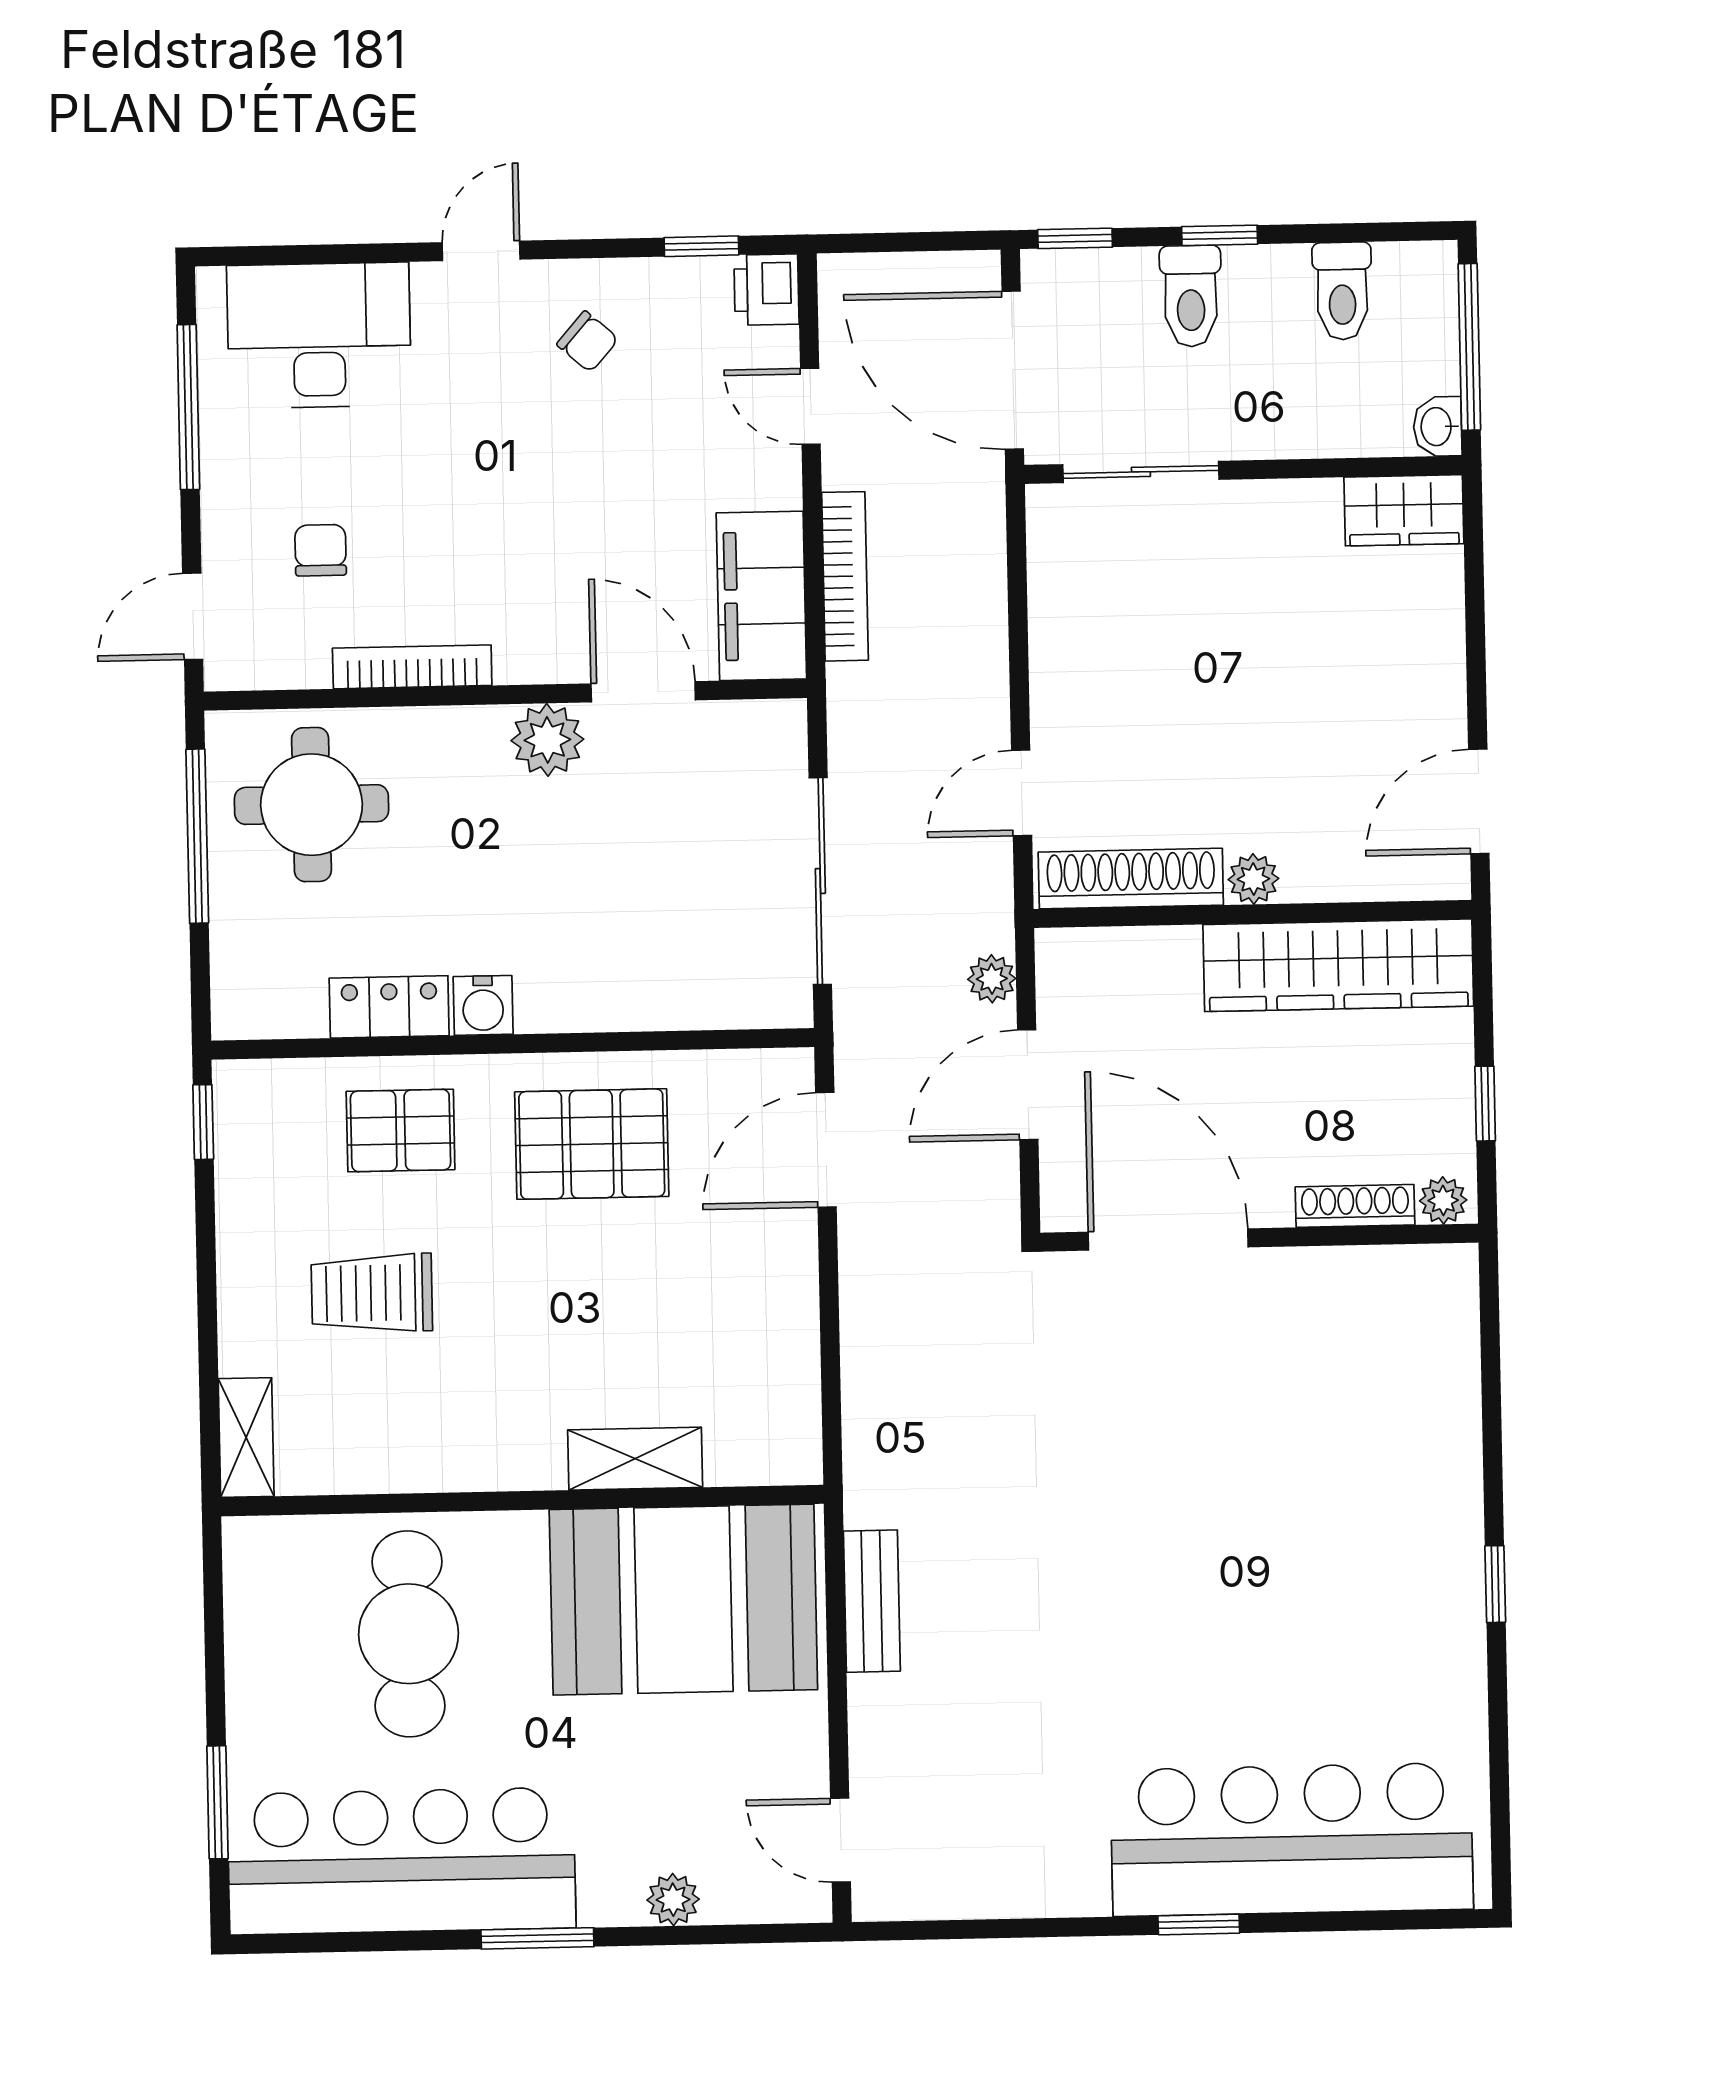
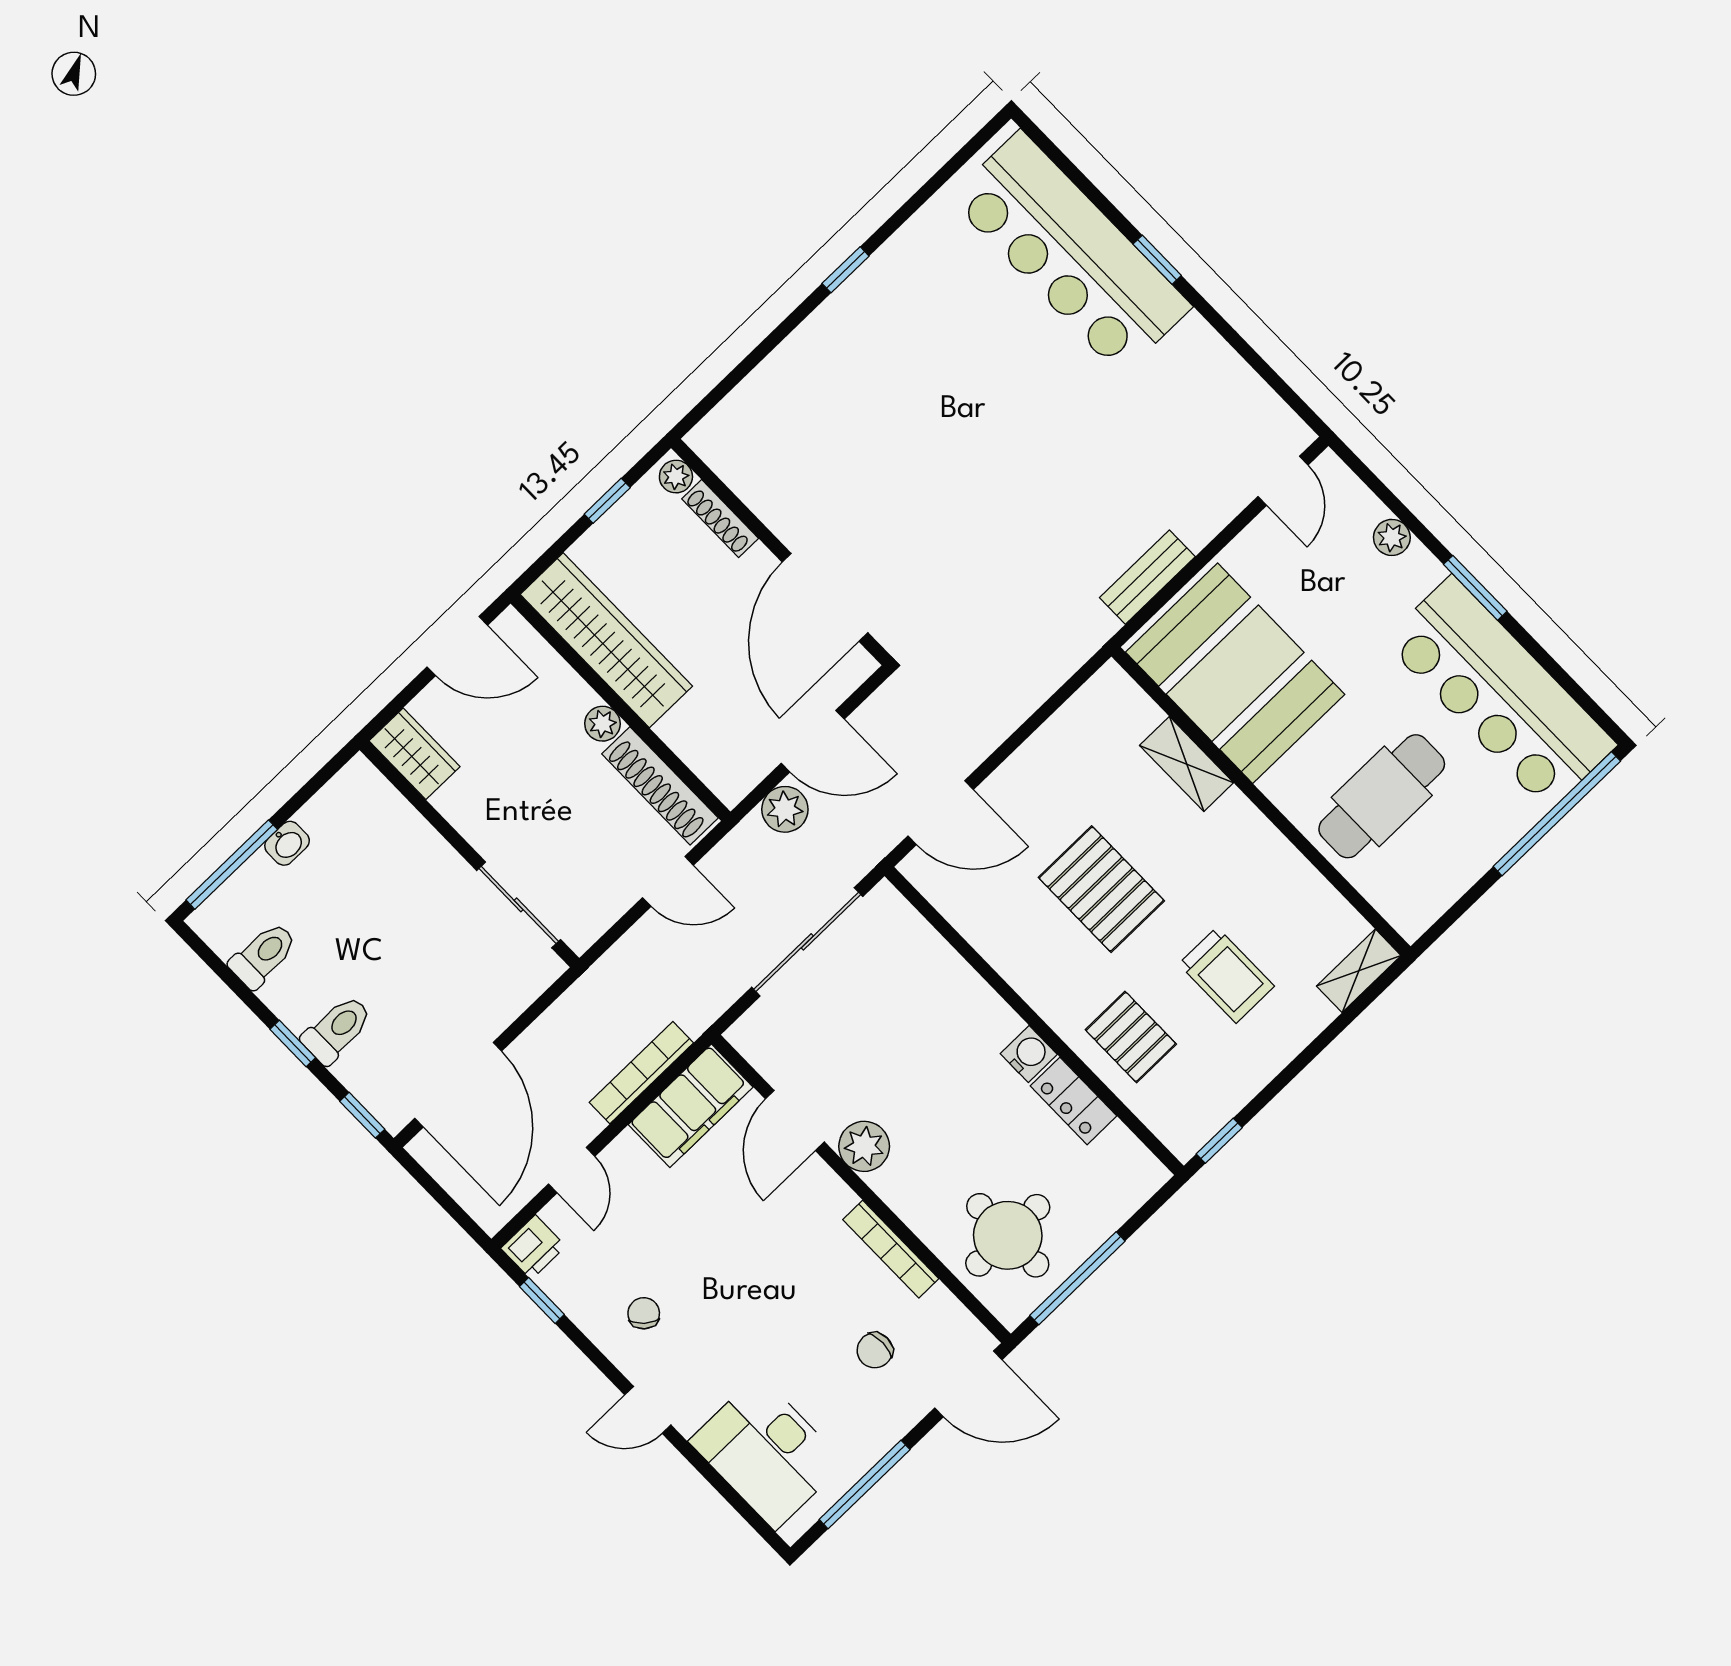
wall: (1243, 470) -> (469, 854), moved
sliding door: (1141, 472) -> (519, 905), moved
wardrobe: (1404, 510) -> (414, 754), moved
door: (193, 616) -> (968, 1384), width x1.38
plant: (992, 979) -> (785, 809), width x1.38, depth x1.38
pallet: (592, 1144) -> (1101, 889), moved
window: (217, 1802) -> (1557, 814), width x2.11

